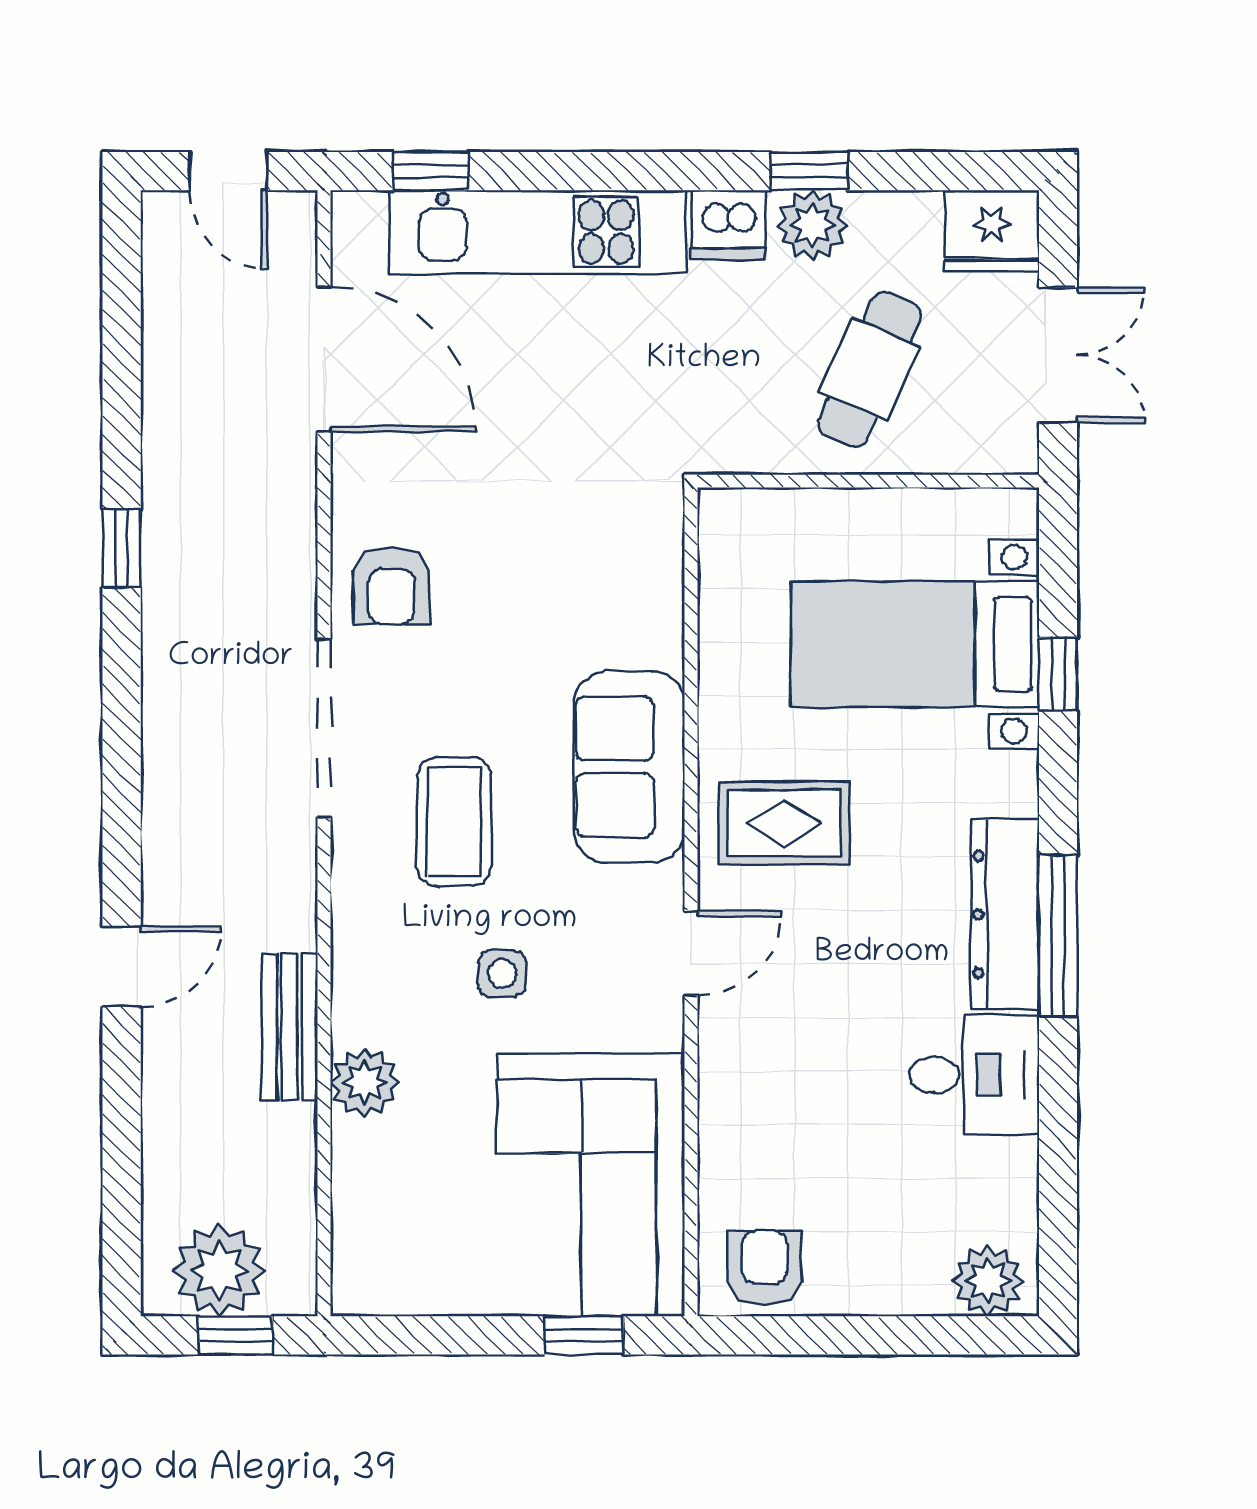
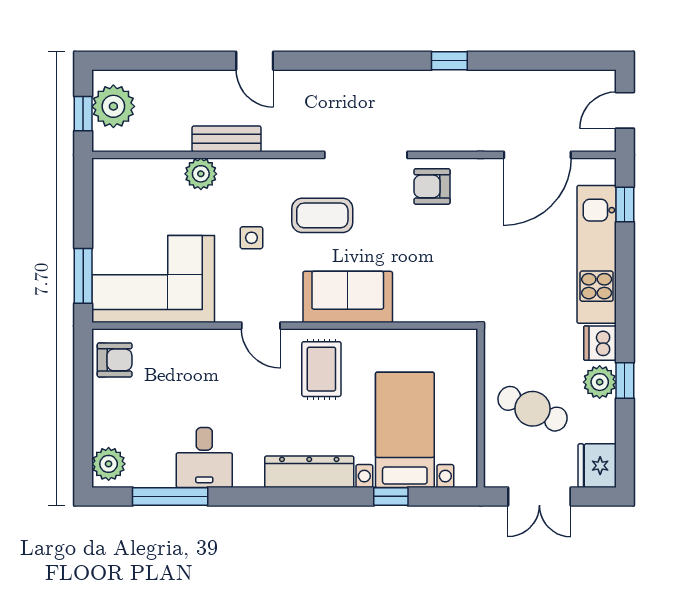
dresser: (1005, 914) -> (309, 472), moved
window: (1058, 936) -> (170, 496), moved
window: (584, 1335) -> (83, 276), width x1.50

